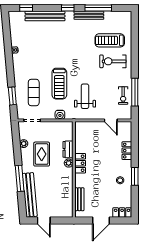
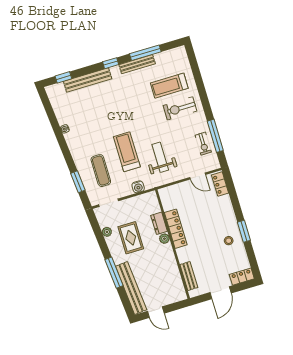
treadmill: (59, 84) -> (127, 152), turned 180
locker: (127, 151) -> (220, 184), moved
locker: (80, 163) -> (176, 229), width x1.53

